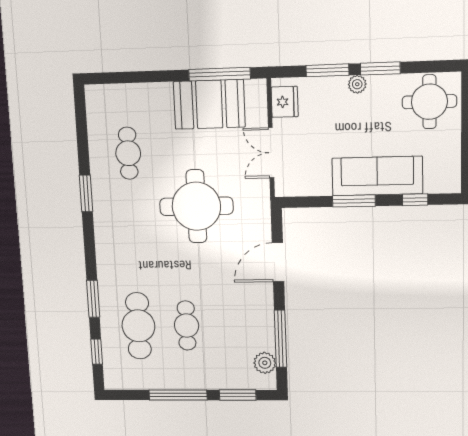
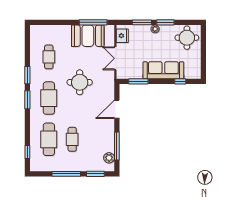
window: (354, 201) -> (138, 81), moved
round table: (196, 206) -> (80, 82), width x0.73, depth x0.73
cafe table: (133, 241) -> (49, 98), added
window: (93, 299) -> (27, 100), moved

